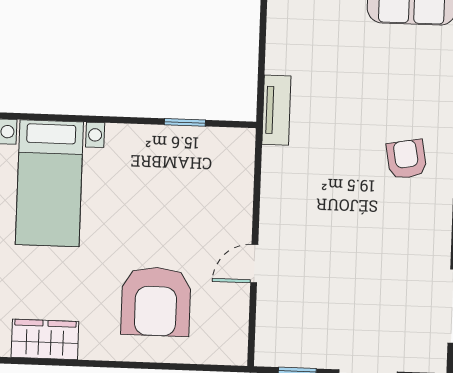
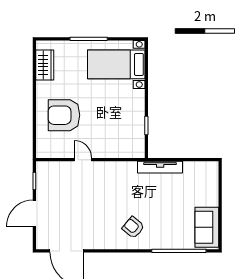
tv unit: (276, 110) -> (160, 167), width x1.41
armchair: (406, 159) -> (133, 227), turned -130

